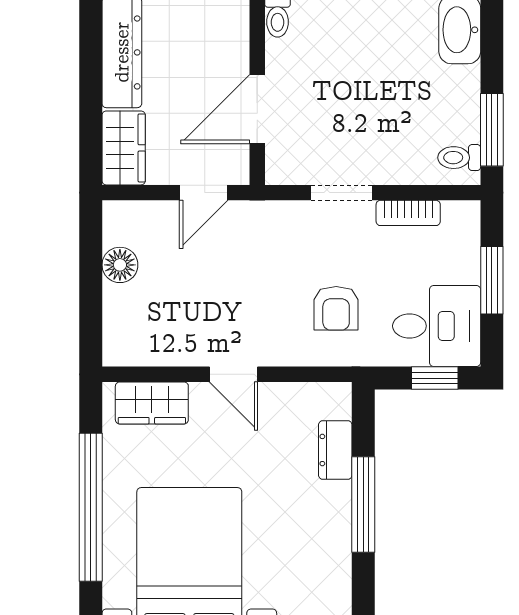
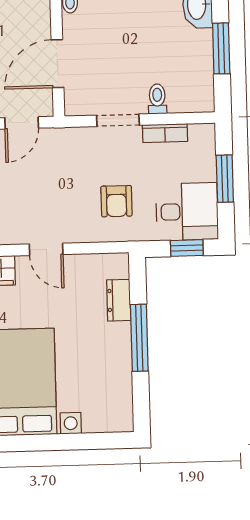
window: (492, 130) -> (221, 48), moved
toilet: (459, 158) -> (157, 99), moved, turned 90

